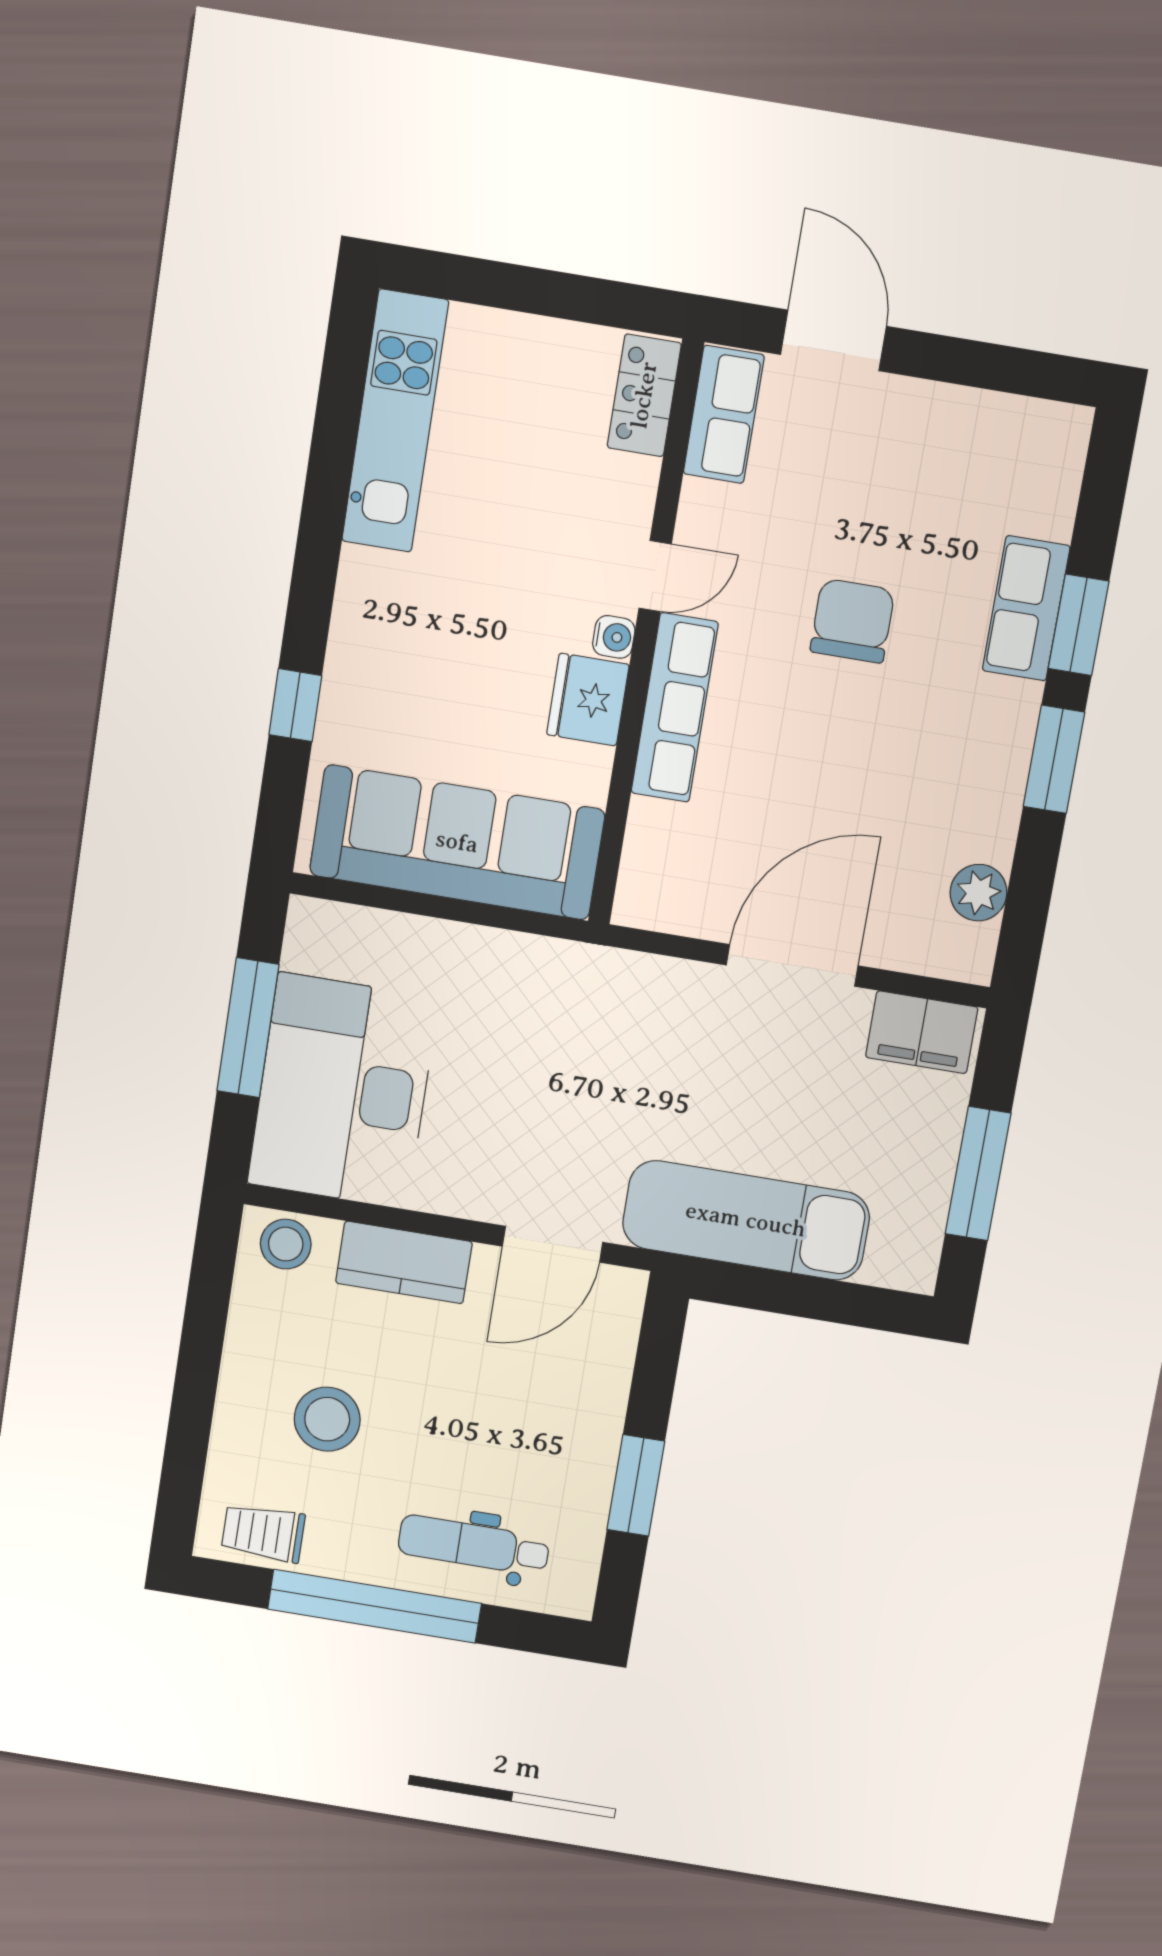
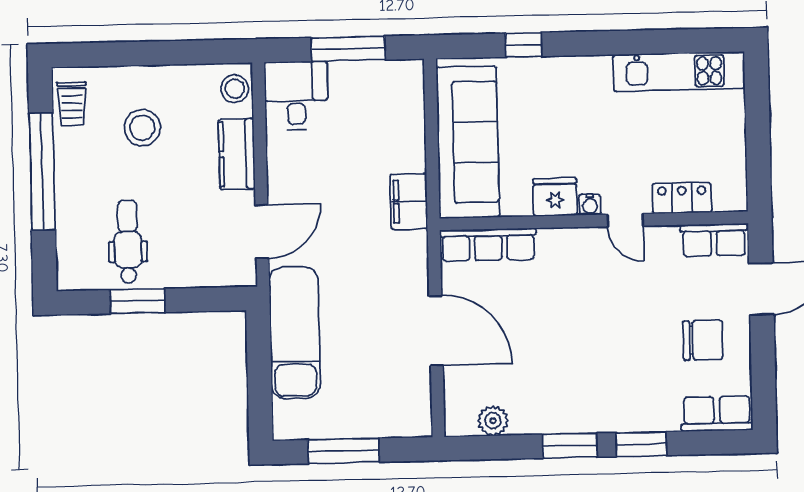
locker: (644, 395) -> (682, 198), moved
row of seats: (1026, 608) -> (717, 414), moved
chair: (852, 621) -> (703, 340), moved
row of seats: (675, 708) -> (488, 245), moved
filing cabinet: (922, 1032) -> (409, 201), moved
desk: (343, 1091) -> (296, 95), width x0.53, depth x0.77
door: (553, 1244) -> (262, 232), swing flipped
trolley: (263, 1533) -> (72, 104), turned 180
dental chair: (474, 1545) -> (128, 241), moved

